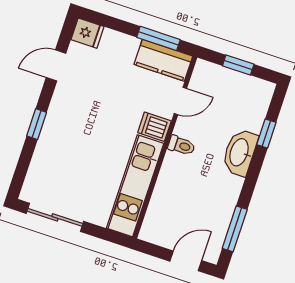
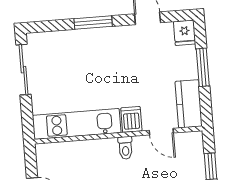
window: (158, 38) -> (203, 67), moved
window: (37, 124) -> (93, 23), width x1.50

